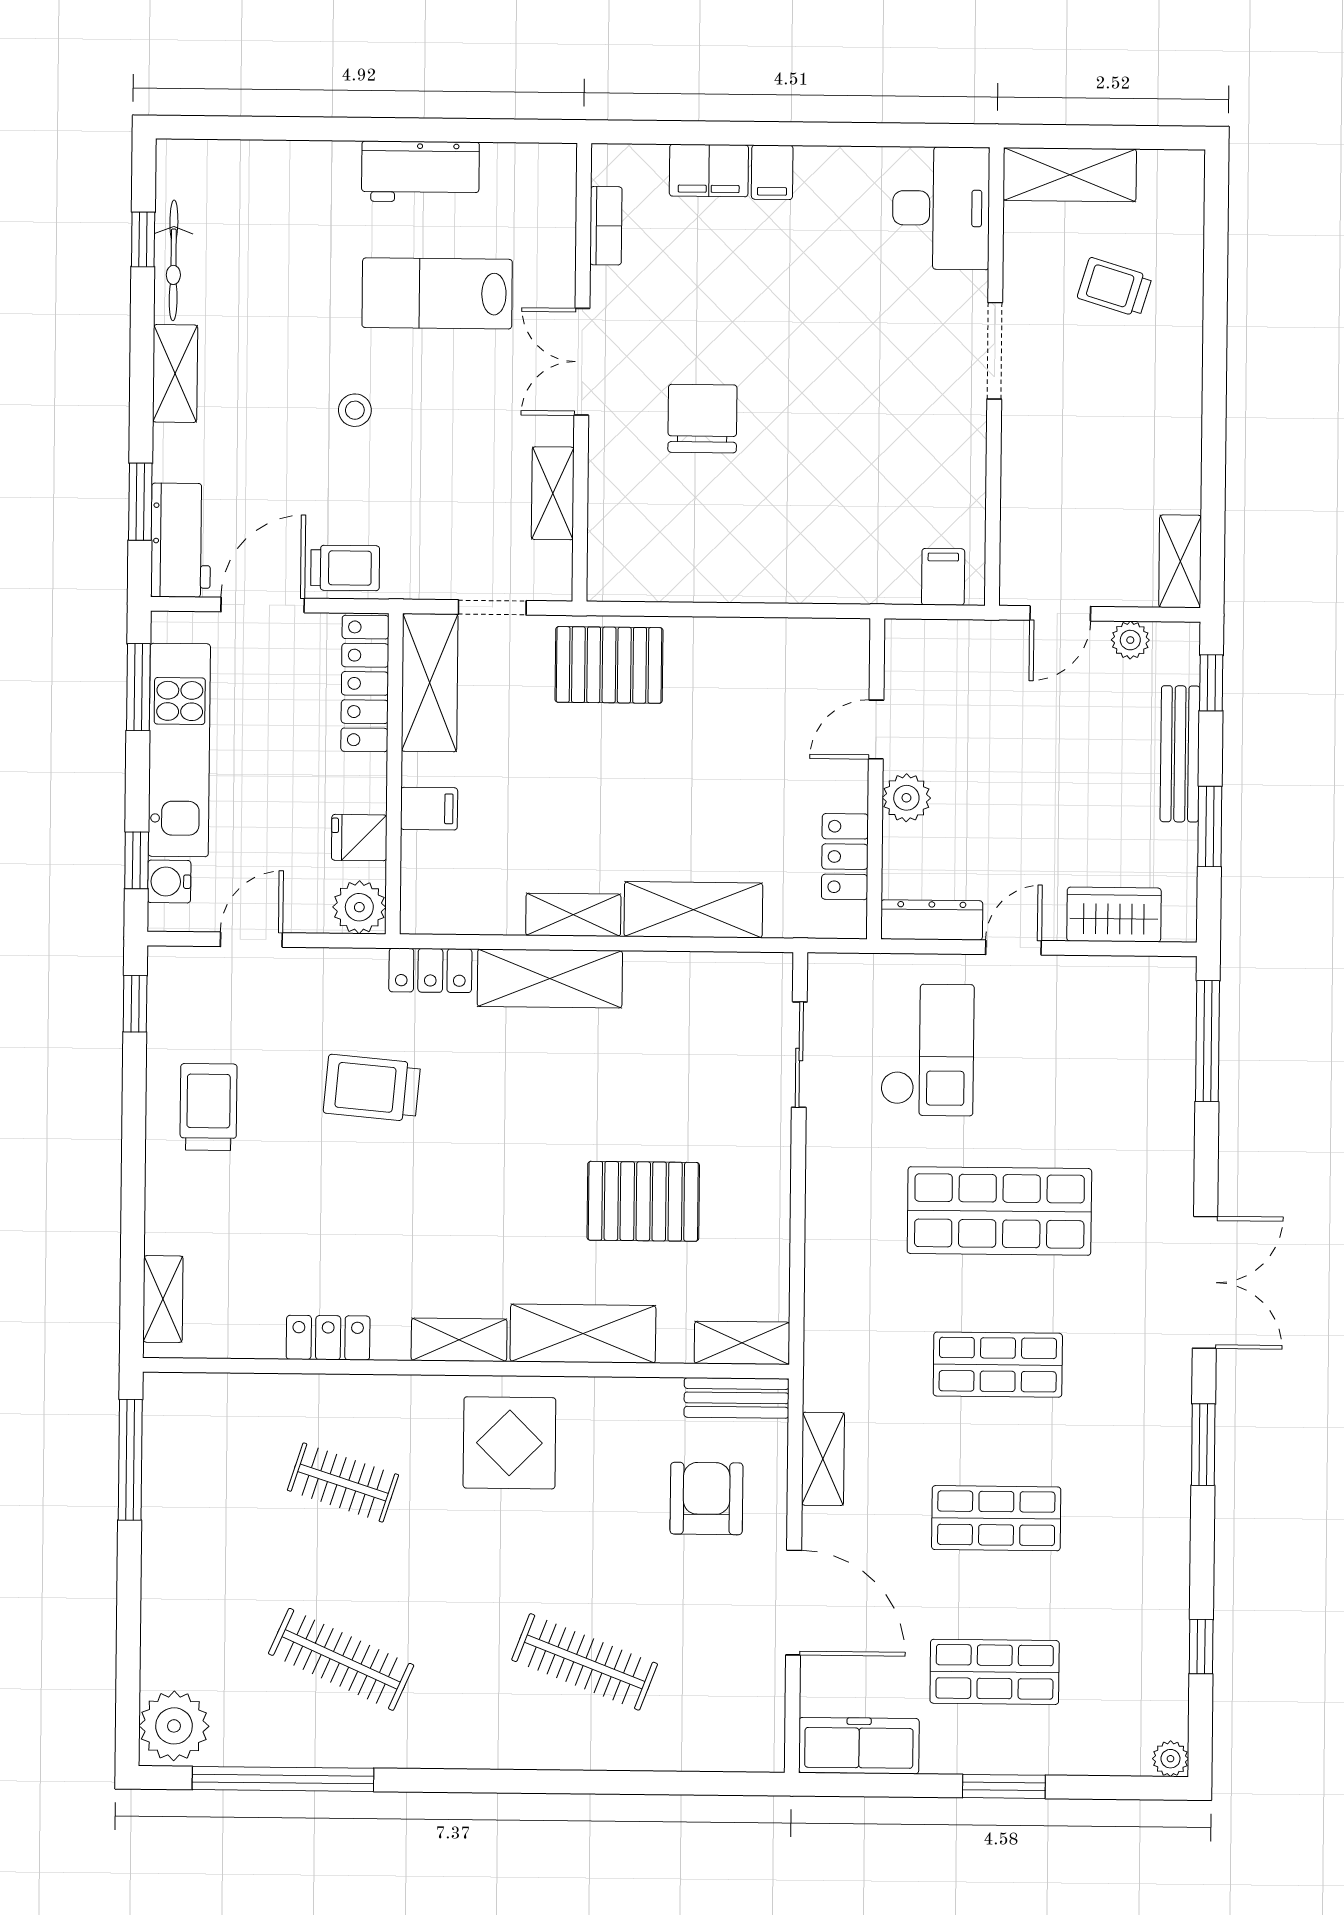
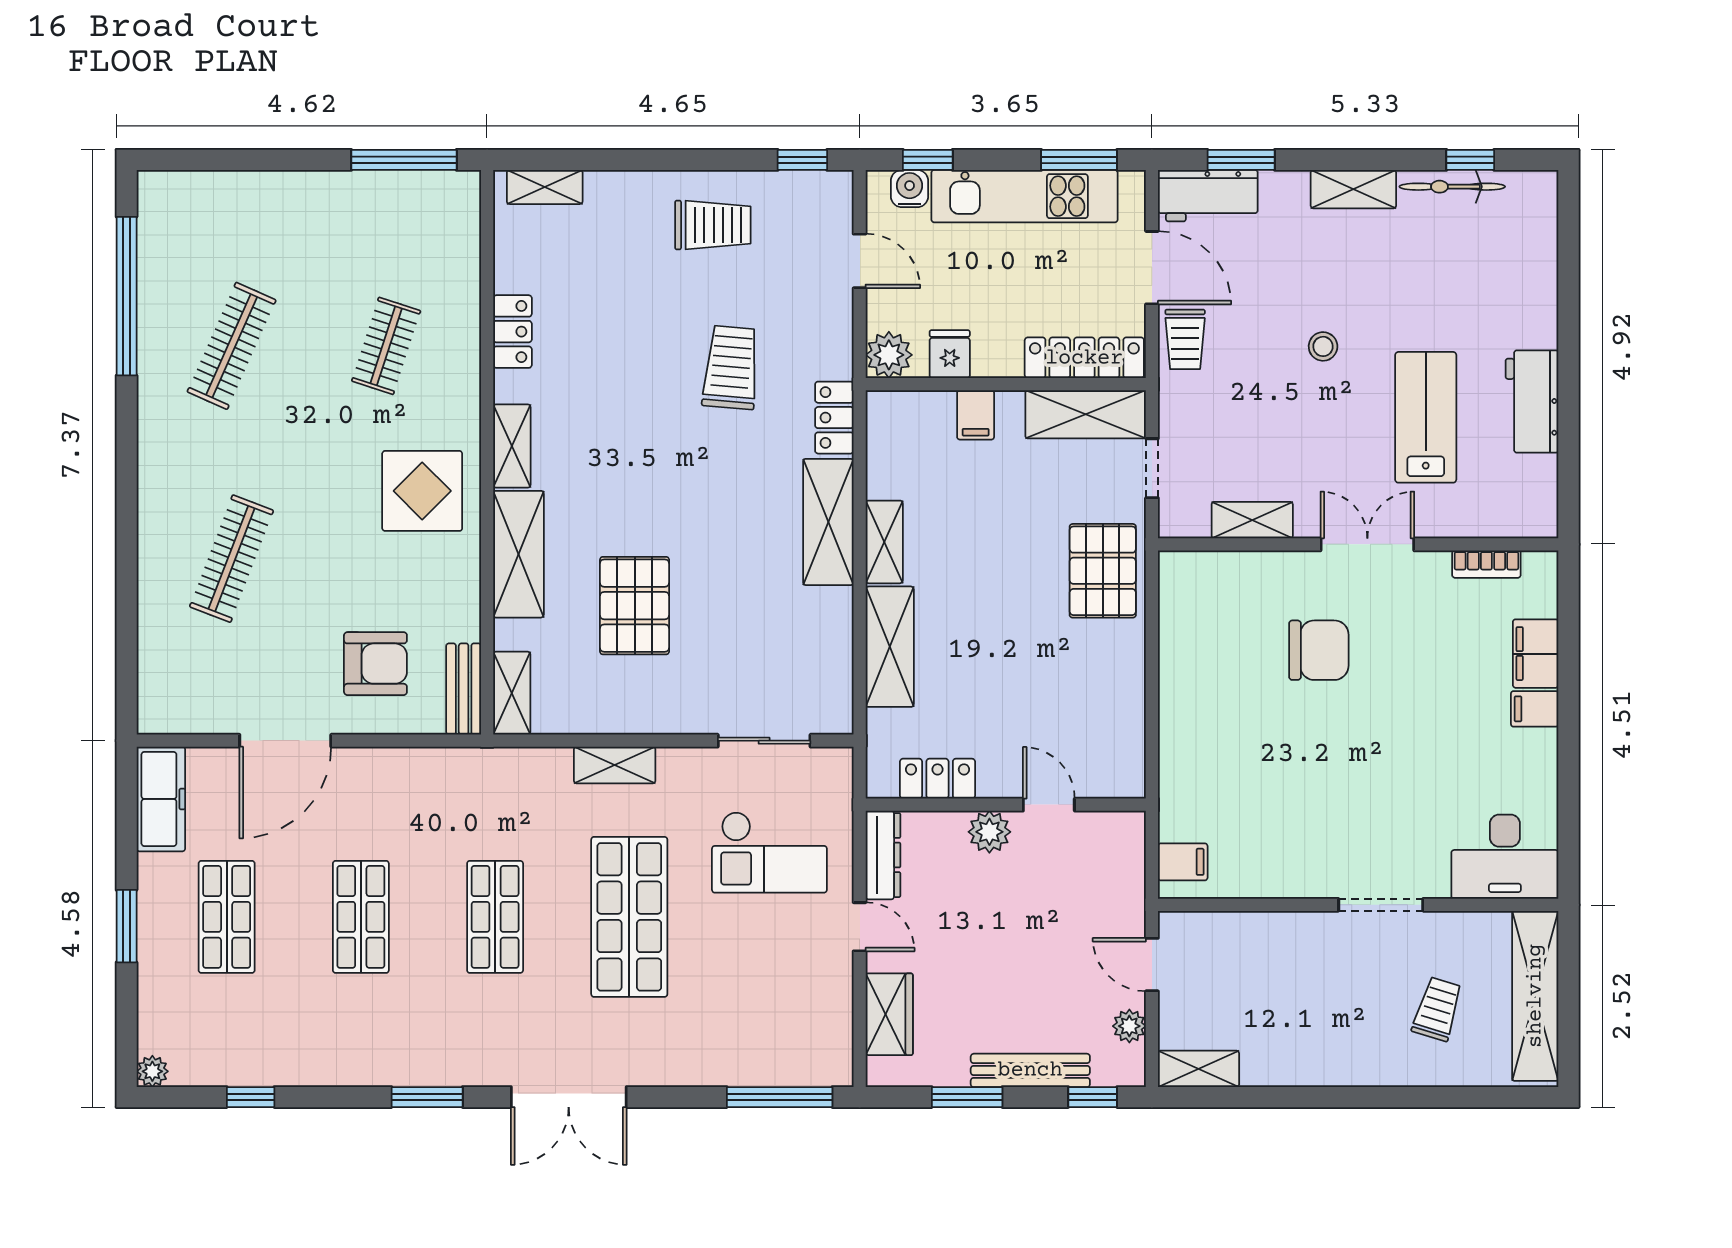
shelving: (1070, 175) -> (1535, 996), width x1.47
shelving: (823, 1459) -> (615, 765), moved
plant: (174, 1726) -> (172, 200), removed

